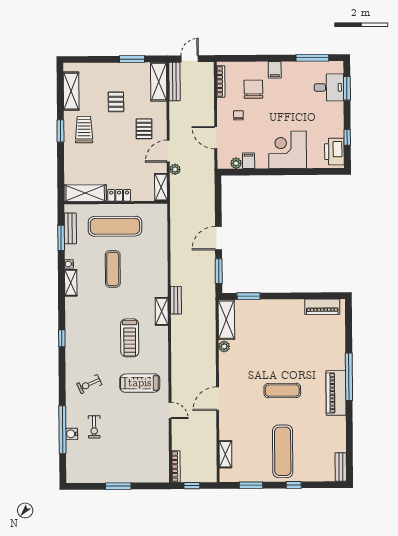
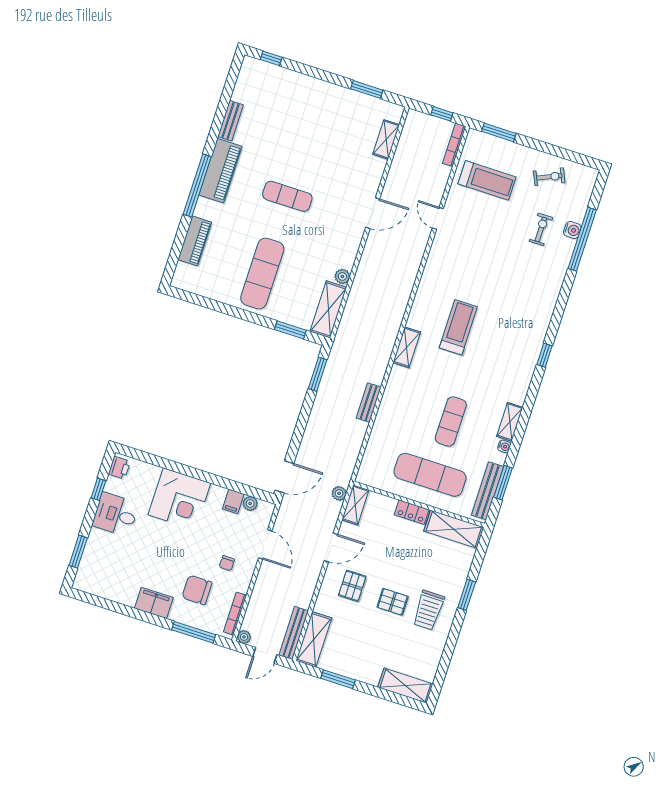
window: (312, 58) -> (194, 632), moved
plant: (209, 67) -> (244, 637), added
filing cabinet: (275, 70) -> (154, 603), width x2.00
desk: (329, 87) -> (115, 515), moved
chair: (253, 89) -> (197, 590), turned 90
shelving: (71, 91) -> (405, 686), moved, turned 90
pallet: (116, 102) -> (393, 602), moved, turned 90
window: (60, 131) -> (467, 595), moved
printer: (334, 152) -> (119, 468), width x0.53, depth x0.68
plant: (175, 169) -> (339, 493), moved
bench: (70, 228) -> (487, 491), width x1.36
door: (218, 238) -> (284, 477), moved
bench: (176, 300) -> (369, 402), moved
piano: (322, 307) -> (195, 241), moved, turned 90
treadmill: (140, 383) -> (487, 180), moved
exercise bike: (89, 384) -> (549, 177), moved
exercise mat: (283, 451) -> (262, 273), moved
bench: (341, 467) -> (231, 121), moved
window: (294, 485) -> (271, 58), moved
window: (118, 486) -> (499, 132), moved

